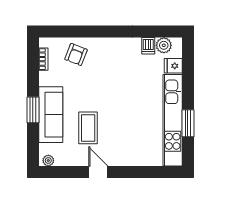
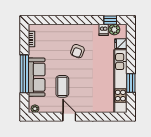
window: (158, 32) -> (110, 20), added
armchair: (76, 54) -> (77, 51), moved
window: (33, 110) -> (24, 74), width x2.11

